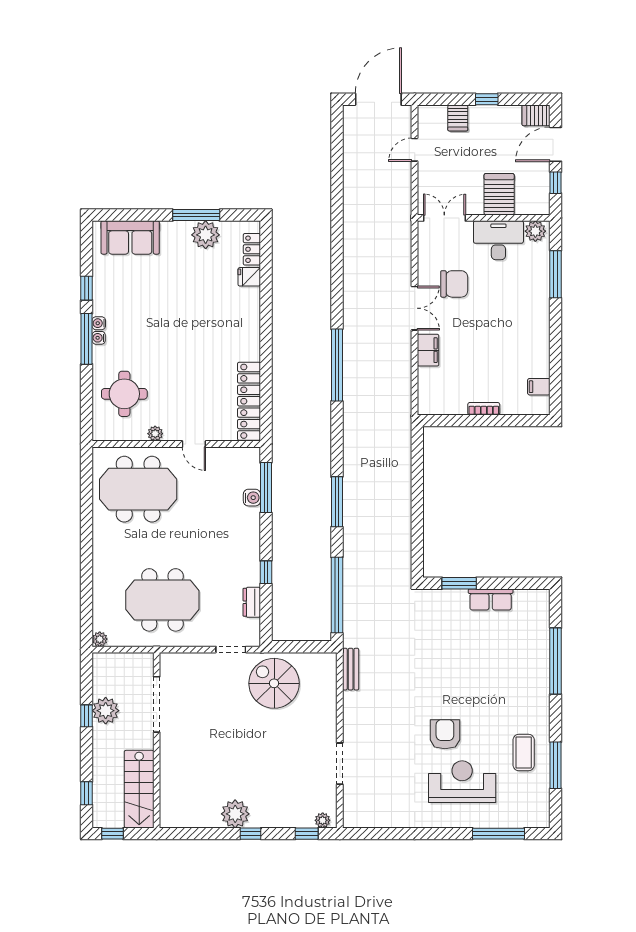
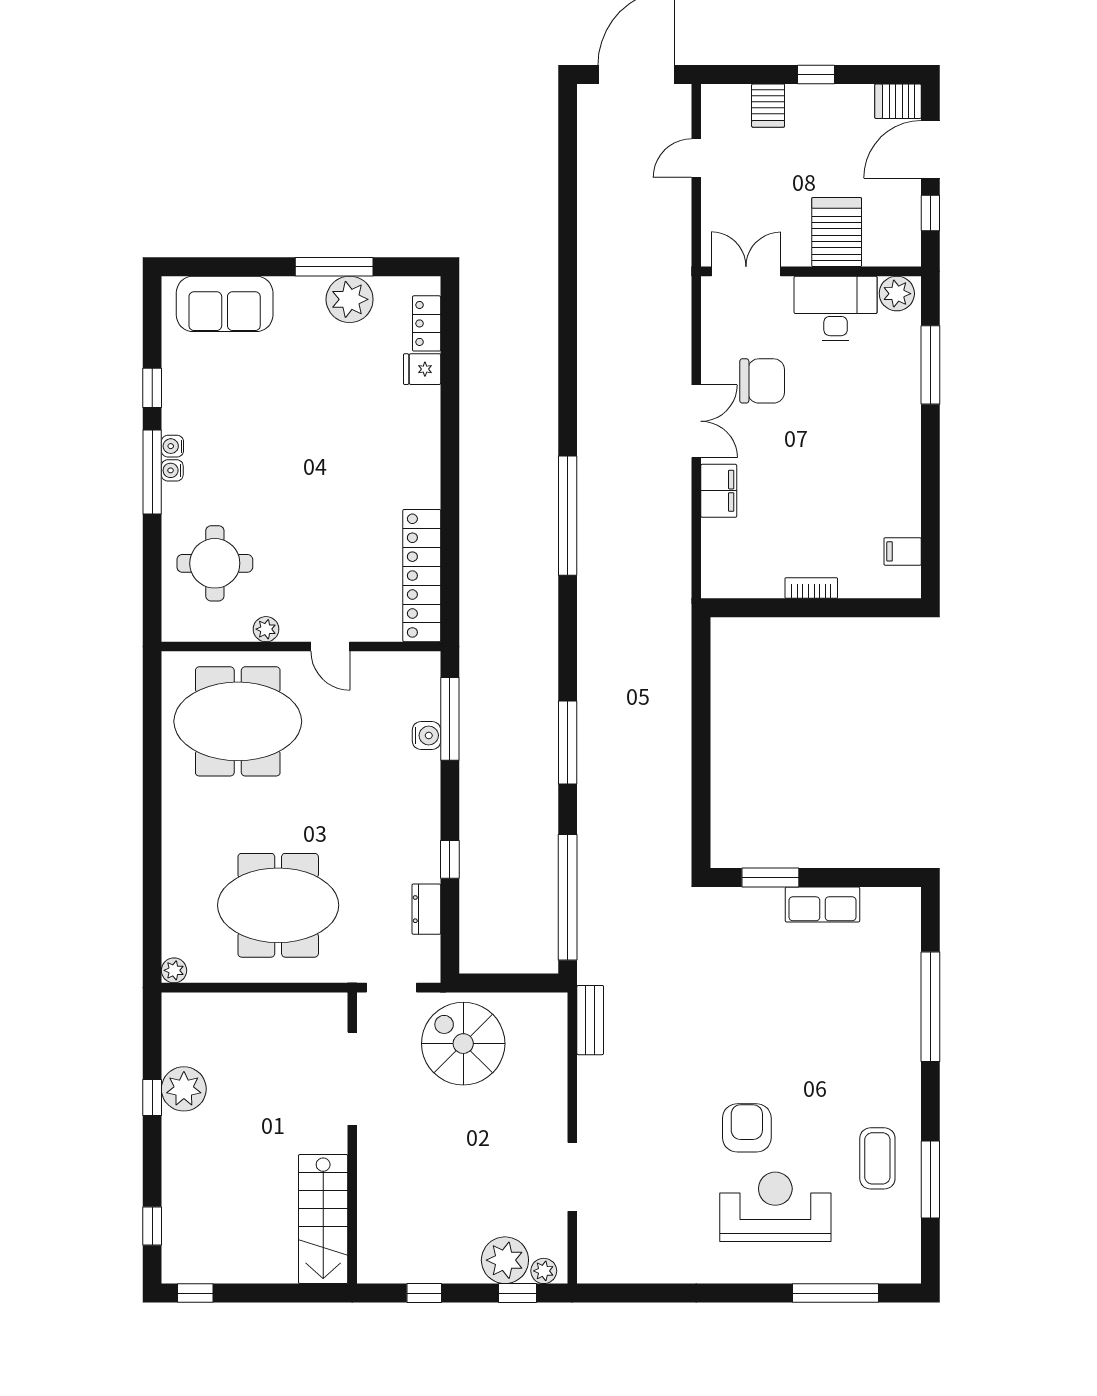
doorway: (157, 704) -> (352, 1079), moved
wall: (157, 740) -> (352, 1138), moved
stairs: (139, 789) -> (323, 1219), moved
plant: (235, 814) -> (505, 1260), moved

